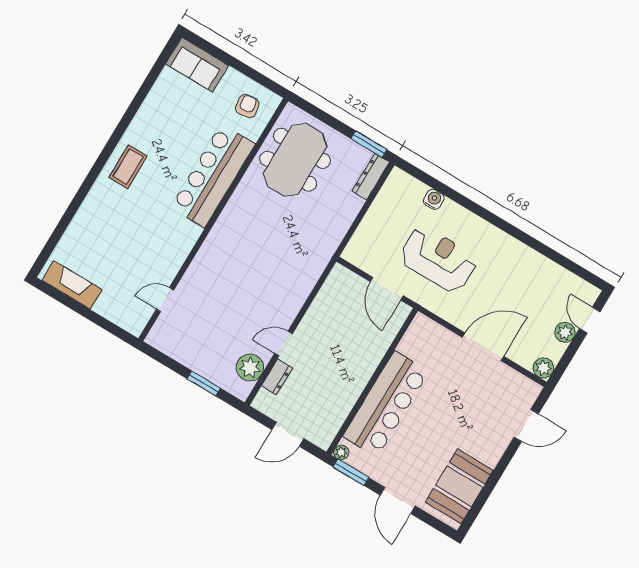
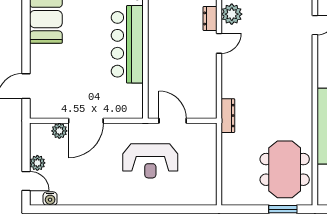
window: (369, 144) -> (283, 209), moved
dresser: (371, 177) -> (228, 116), moved
water cooler: (434, 199) -> (50, 199), moved
plant: (543, 368) -> (59, 131), moved

